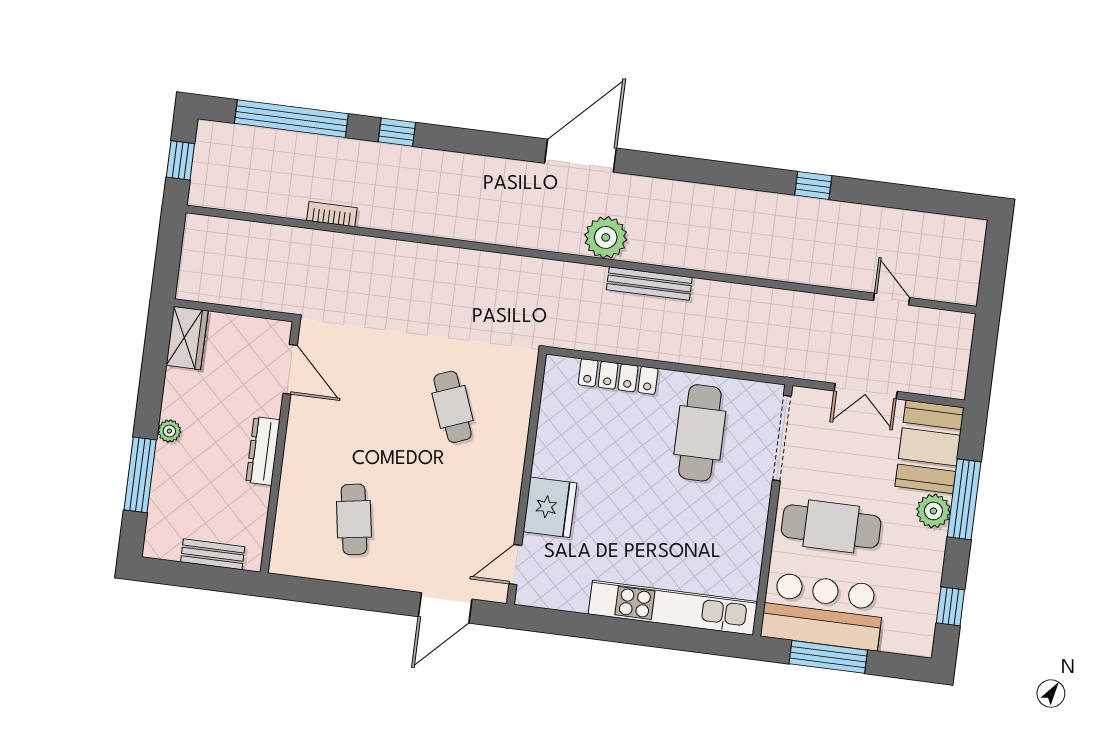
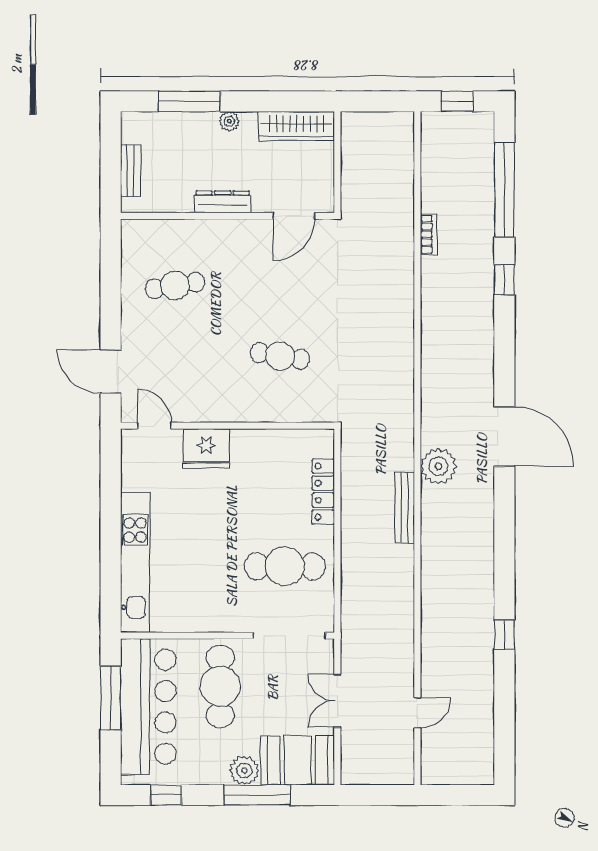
wardrobe: (187, 338) -> (297, 126), width x1.50
cafe table: (453, 407) -> (280, 356), turned 30
bar counter: (823, 611) -> (148, 707), width x1.36

